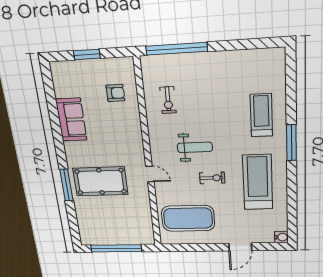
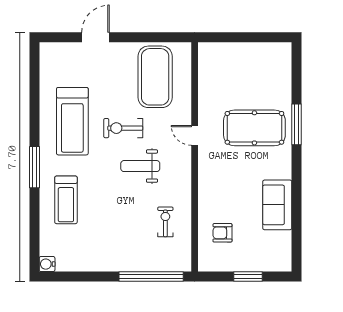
exercise bike: (212, 178) -> (123, 128), width x1.38, depth x1.39
exercise mat: (188, 218) -> (155, 77), turned 90
water cooler: (281, 237) -> (47, 264), moved
window: (116, 248) -> (248, 37), removed

